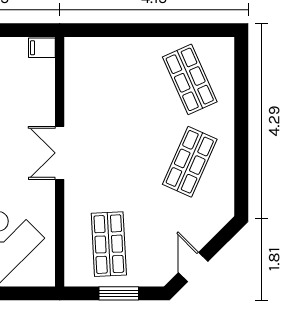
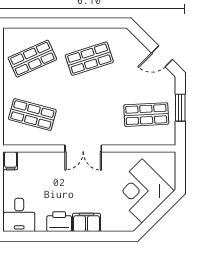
shop shelf: (109, 79) -> (32, 115), added
shop shelf: (190, 162) -> (89, 59), turned -42

